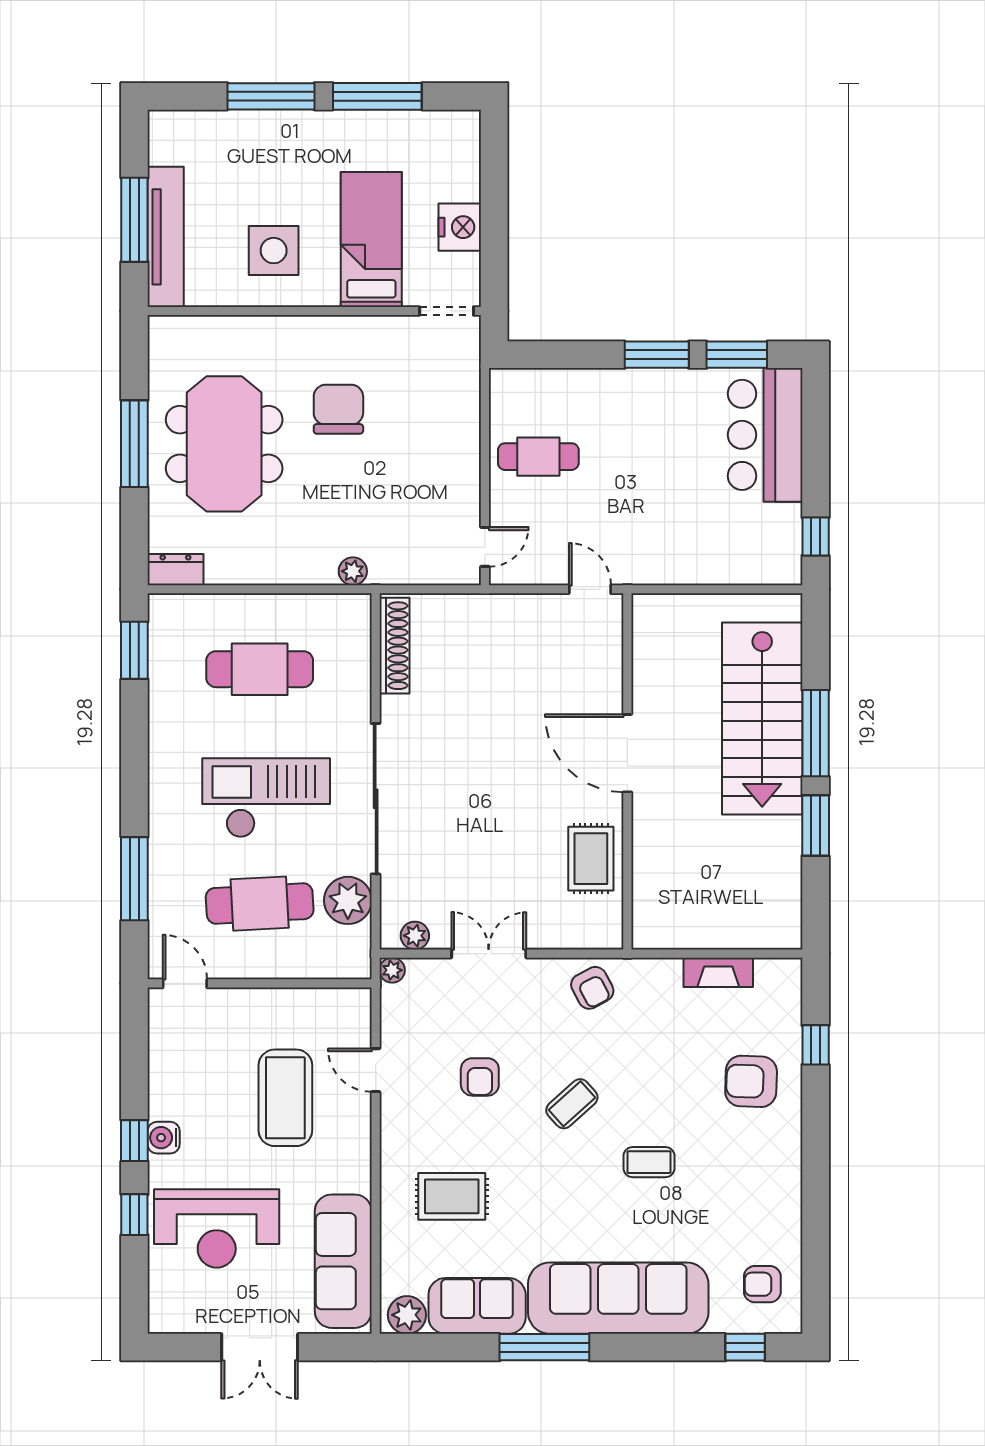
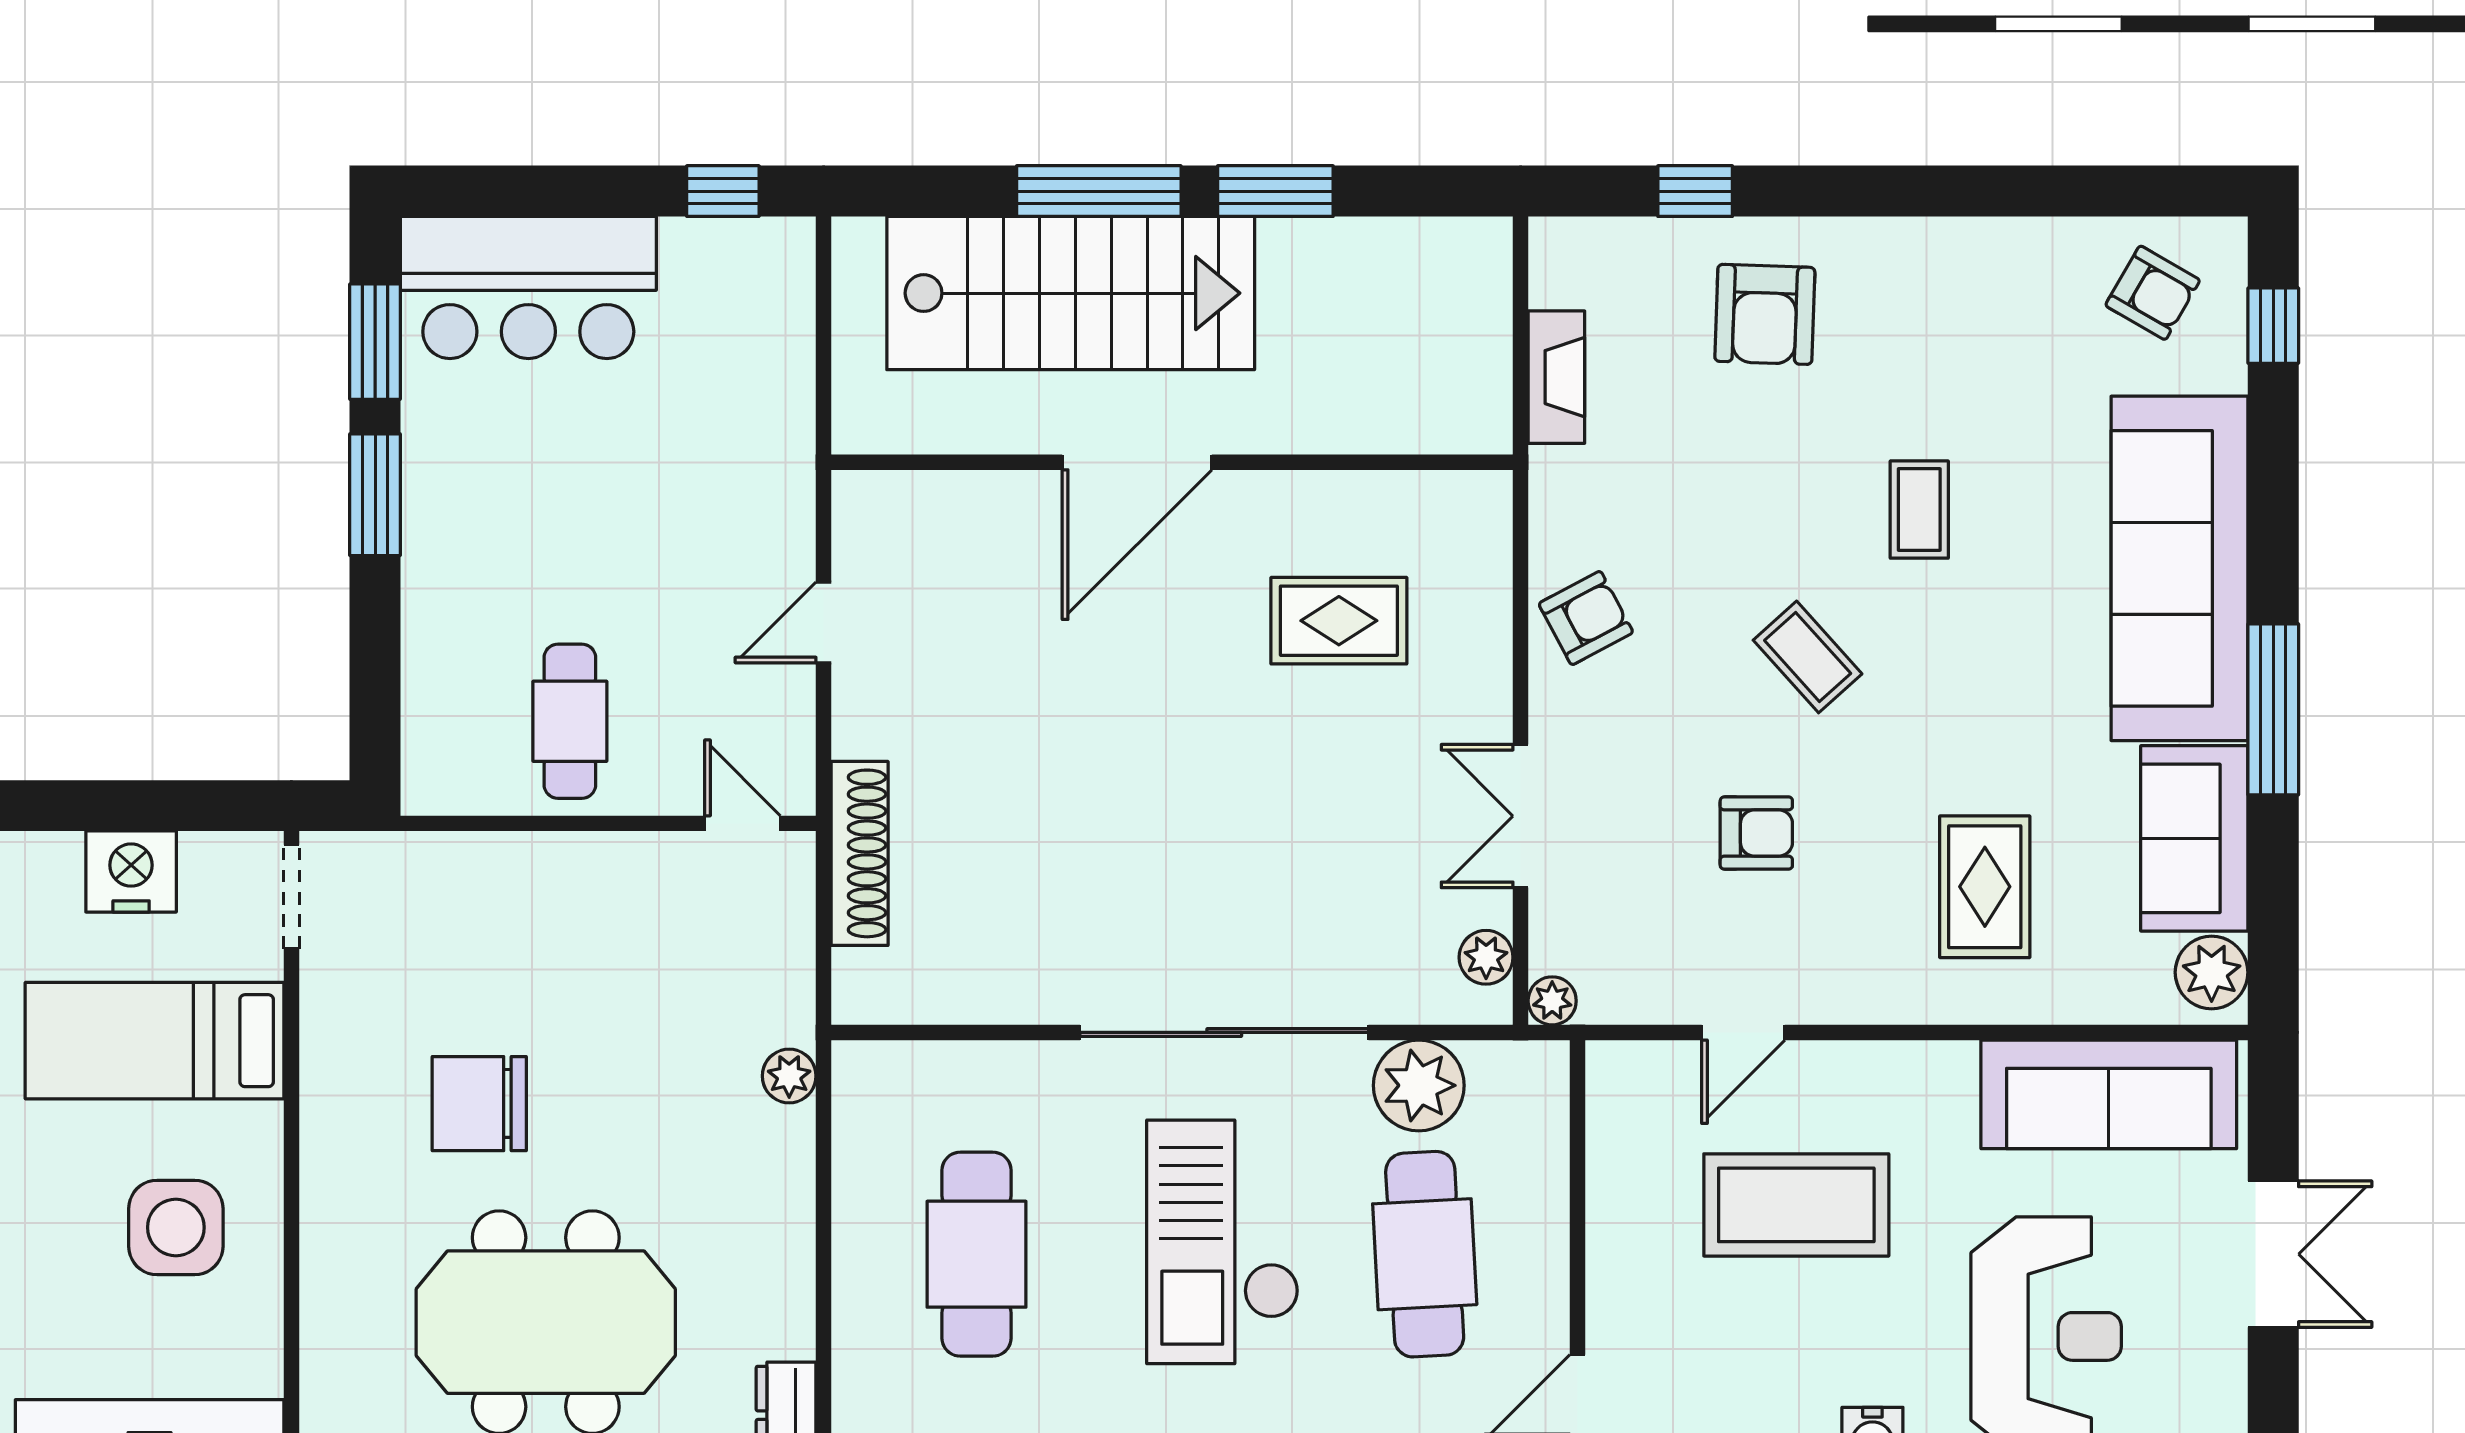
shoe rack: (394, 646) -> (860, 853), moved, turned 90
door: (627, 753) -> (1137, 462), moved
wall: (627, 771) -> (1172, 462), moved
armchair: (762, 1284) -> (2153, 293), turned -60

